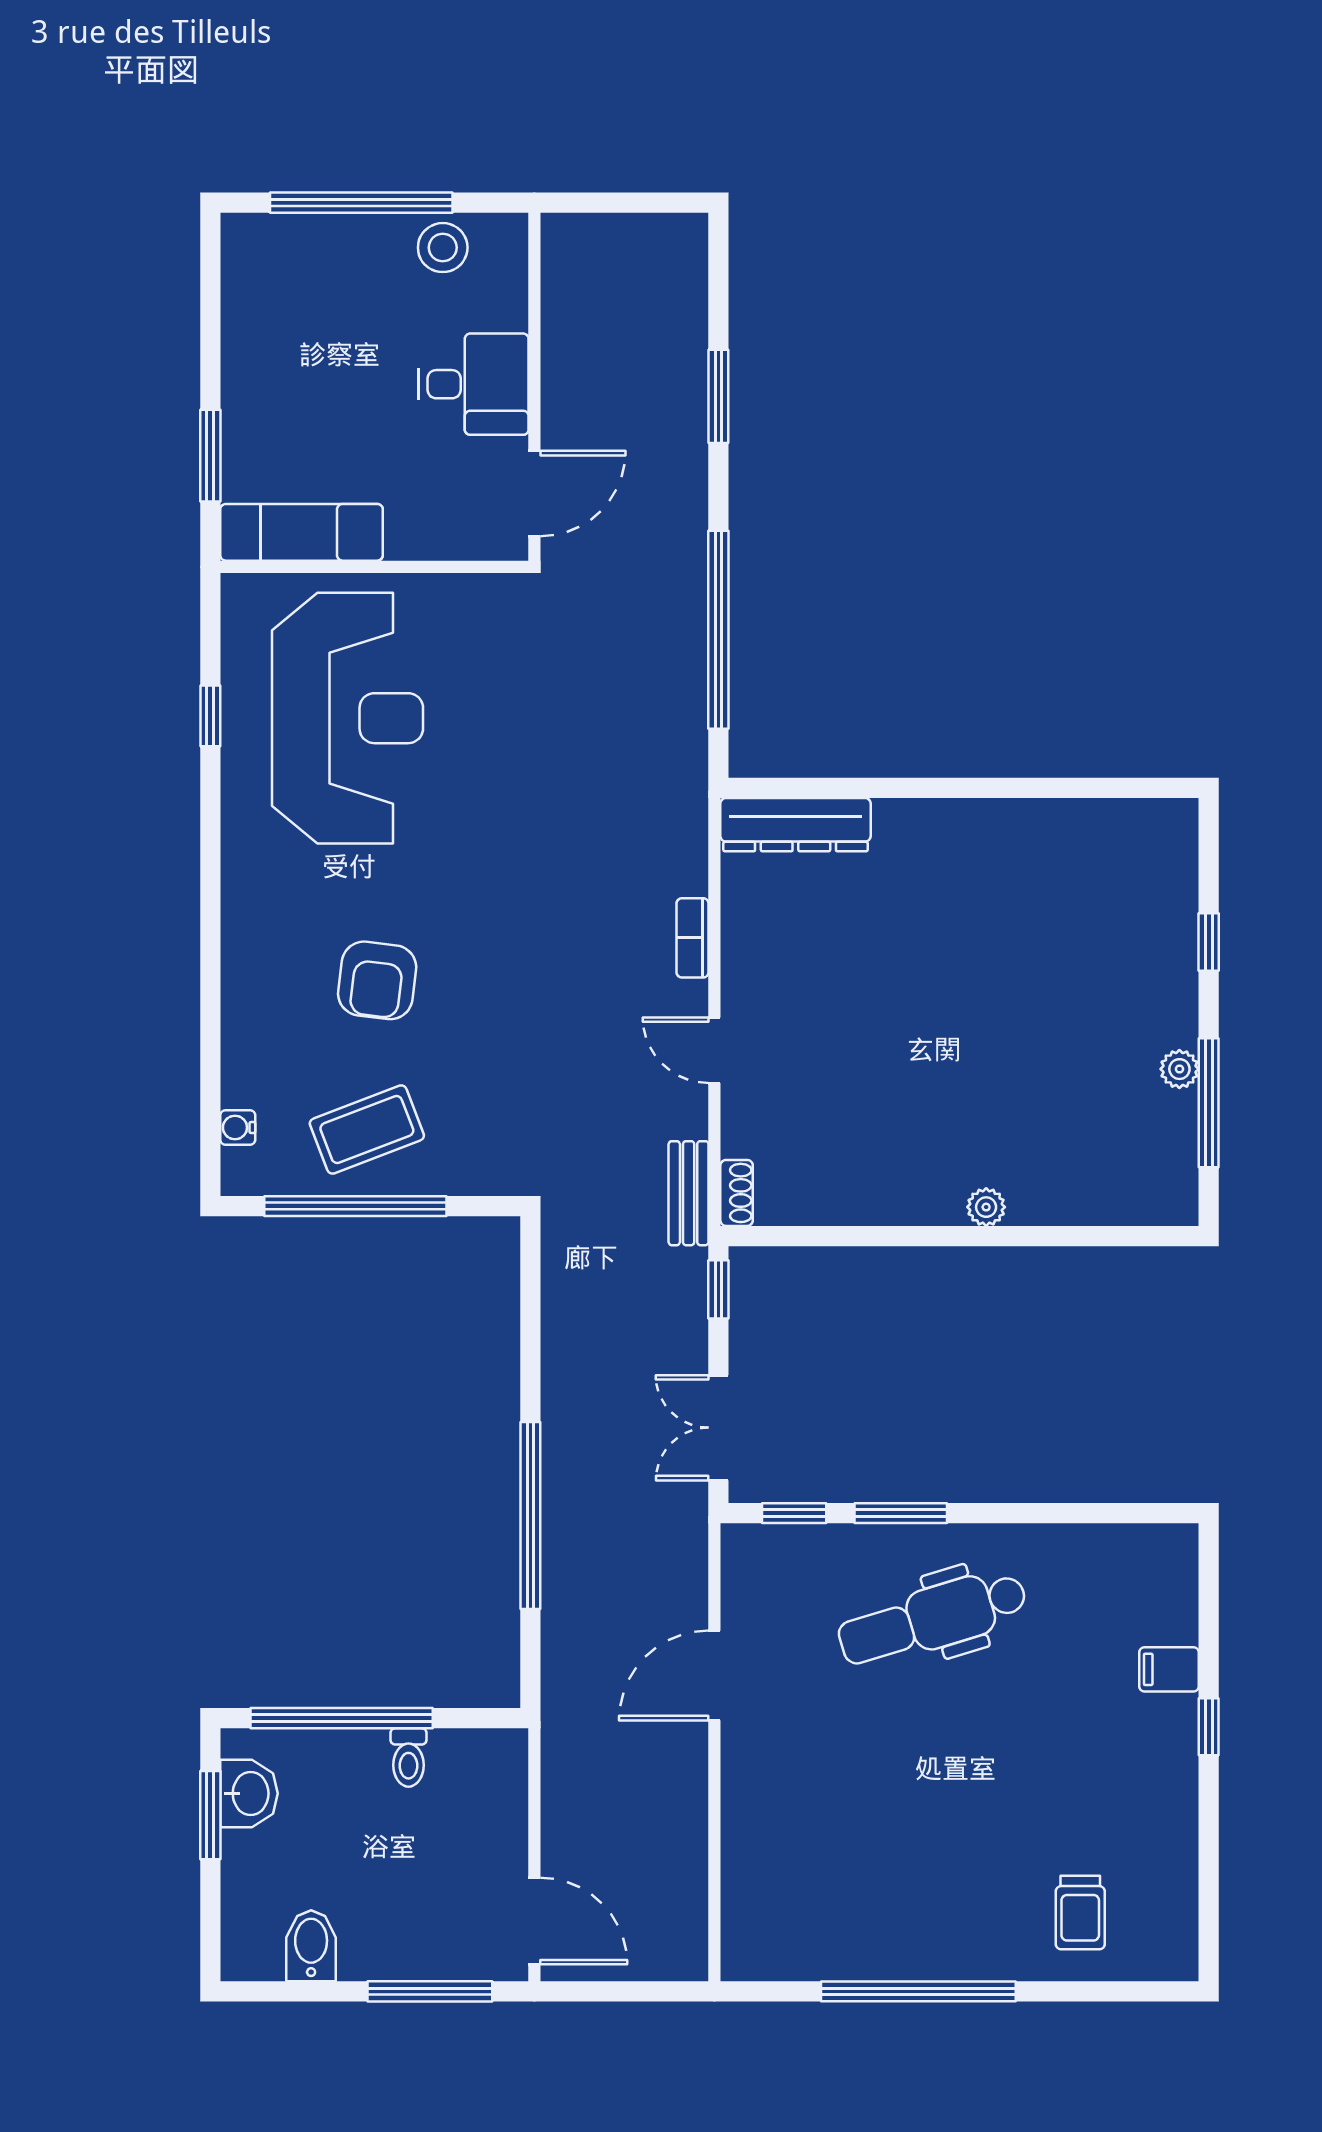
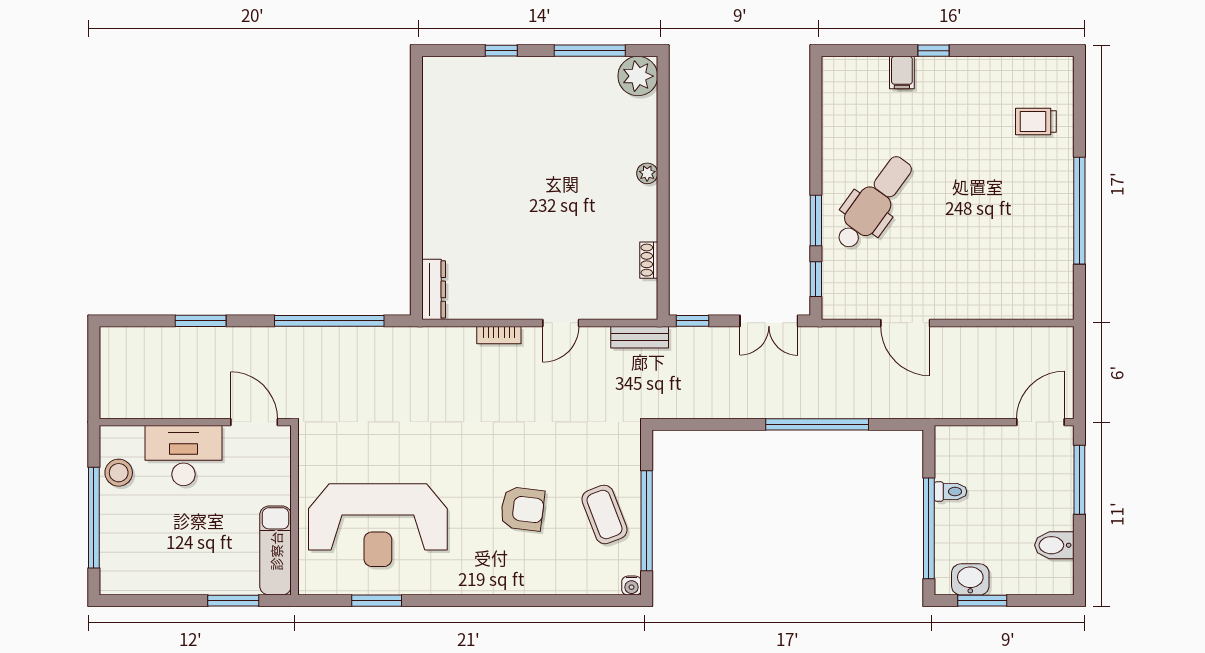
desk: (474, 384) -> (184, 456), width x1.37
window: (210, 716) -> (377, 601), width x1.50
reception desk: (348, 718) -> (378, 525), turned 180
dresser: (795, 825) -> (434, 289), width x0.73, depth x0.80
plant: (1179, 1069) -> (638, 76), moved, width x1.88, depth x1.88
water cooler: (238, 1128) -> (632, 586), moved
shoe rack: (737, 1193) -> (649, 260), moved, turned -90
dental chair: (933, 1618) -> (874, 203), turned -127
trolley: (1080, 1913) -> (1036, 121), turned 180

